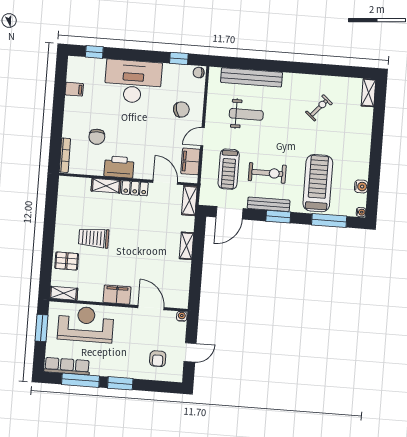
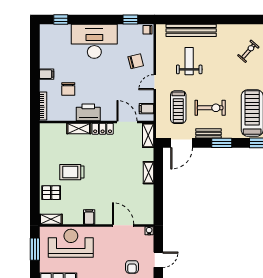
filing cabinet: (74, 89) -> (47, 74), moved
weight bench: (246, 114) -> (189, 61), turned -90
filing cabinet: (190, 161) -> (146, 109), width x0.50
bench: (269, 204) -> (209, 133), width x0.73
filing cabinet: (117, 295) -> (89, 217), width x0.50

